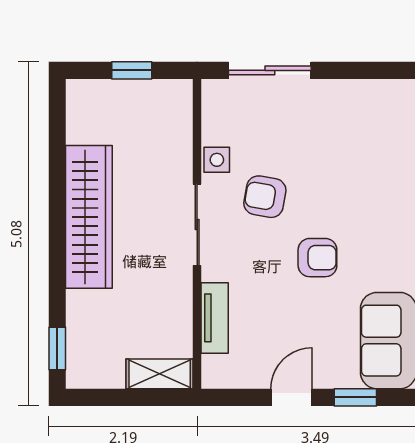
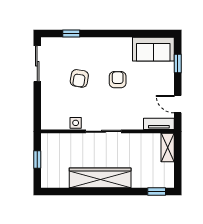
sliding door: (270, 70) -> (37, 64), moved
armchair: (265, 197) -> (79, 78), moved
tv unit: (215, 318) -> (159, 124), moved
door: (291, 397) -> (178, 104), moved

